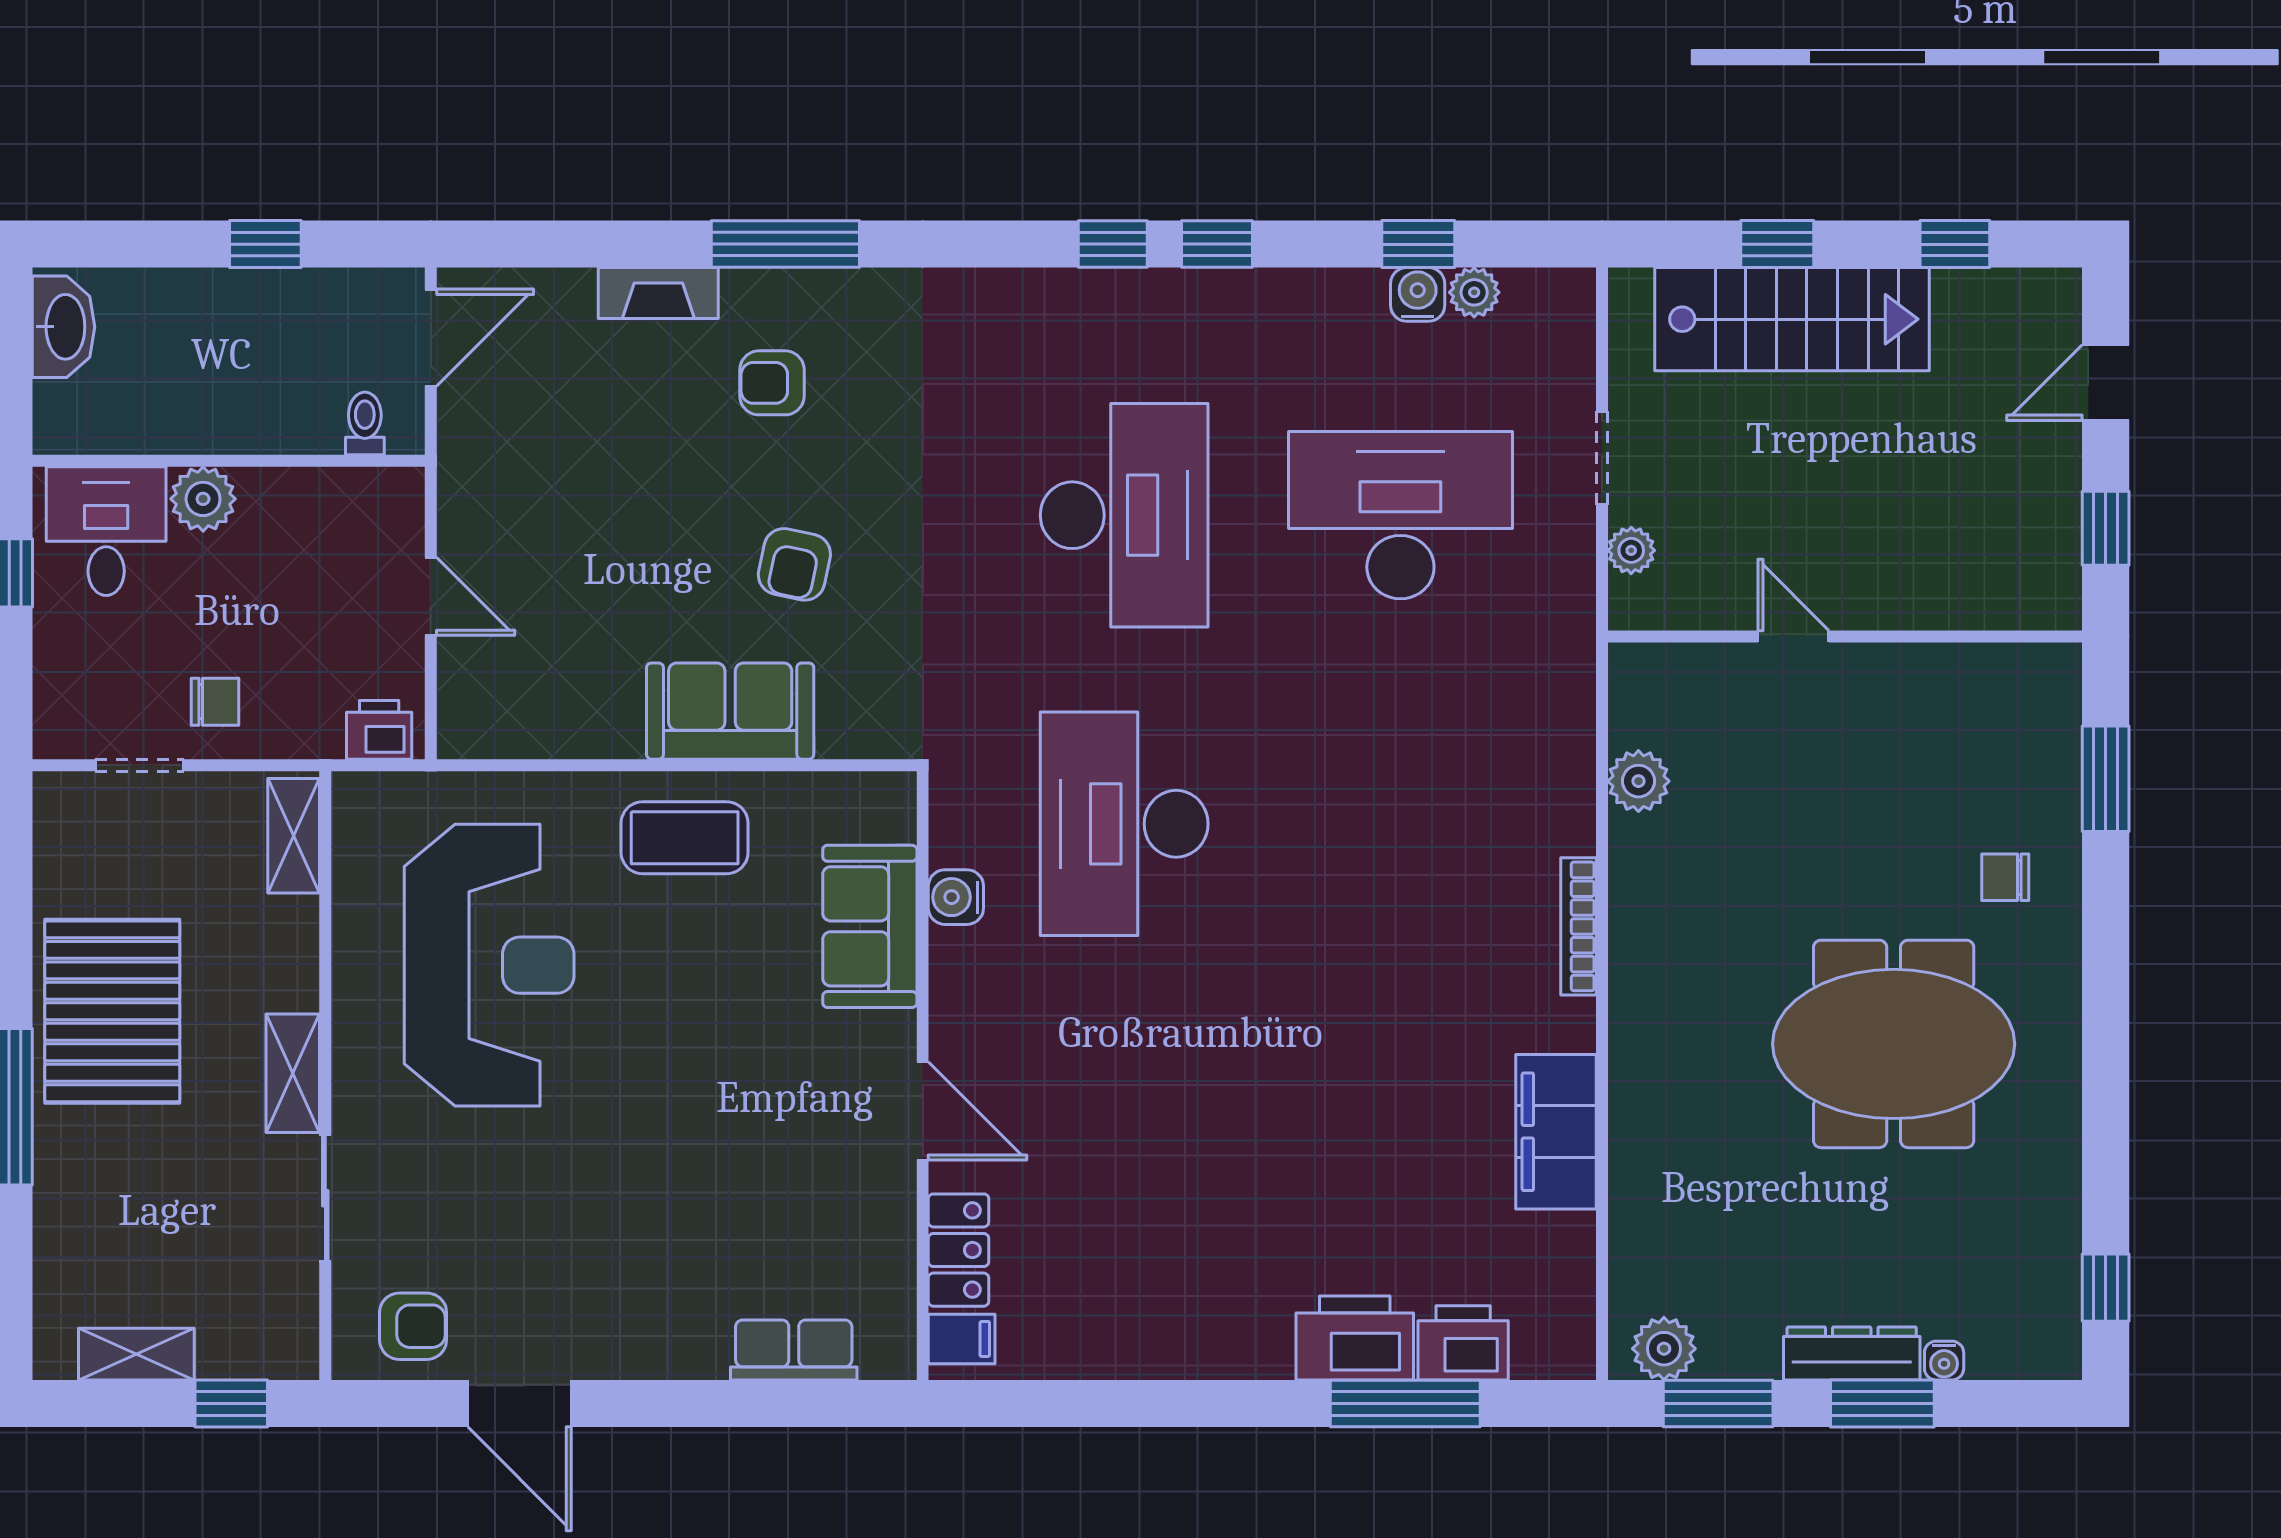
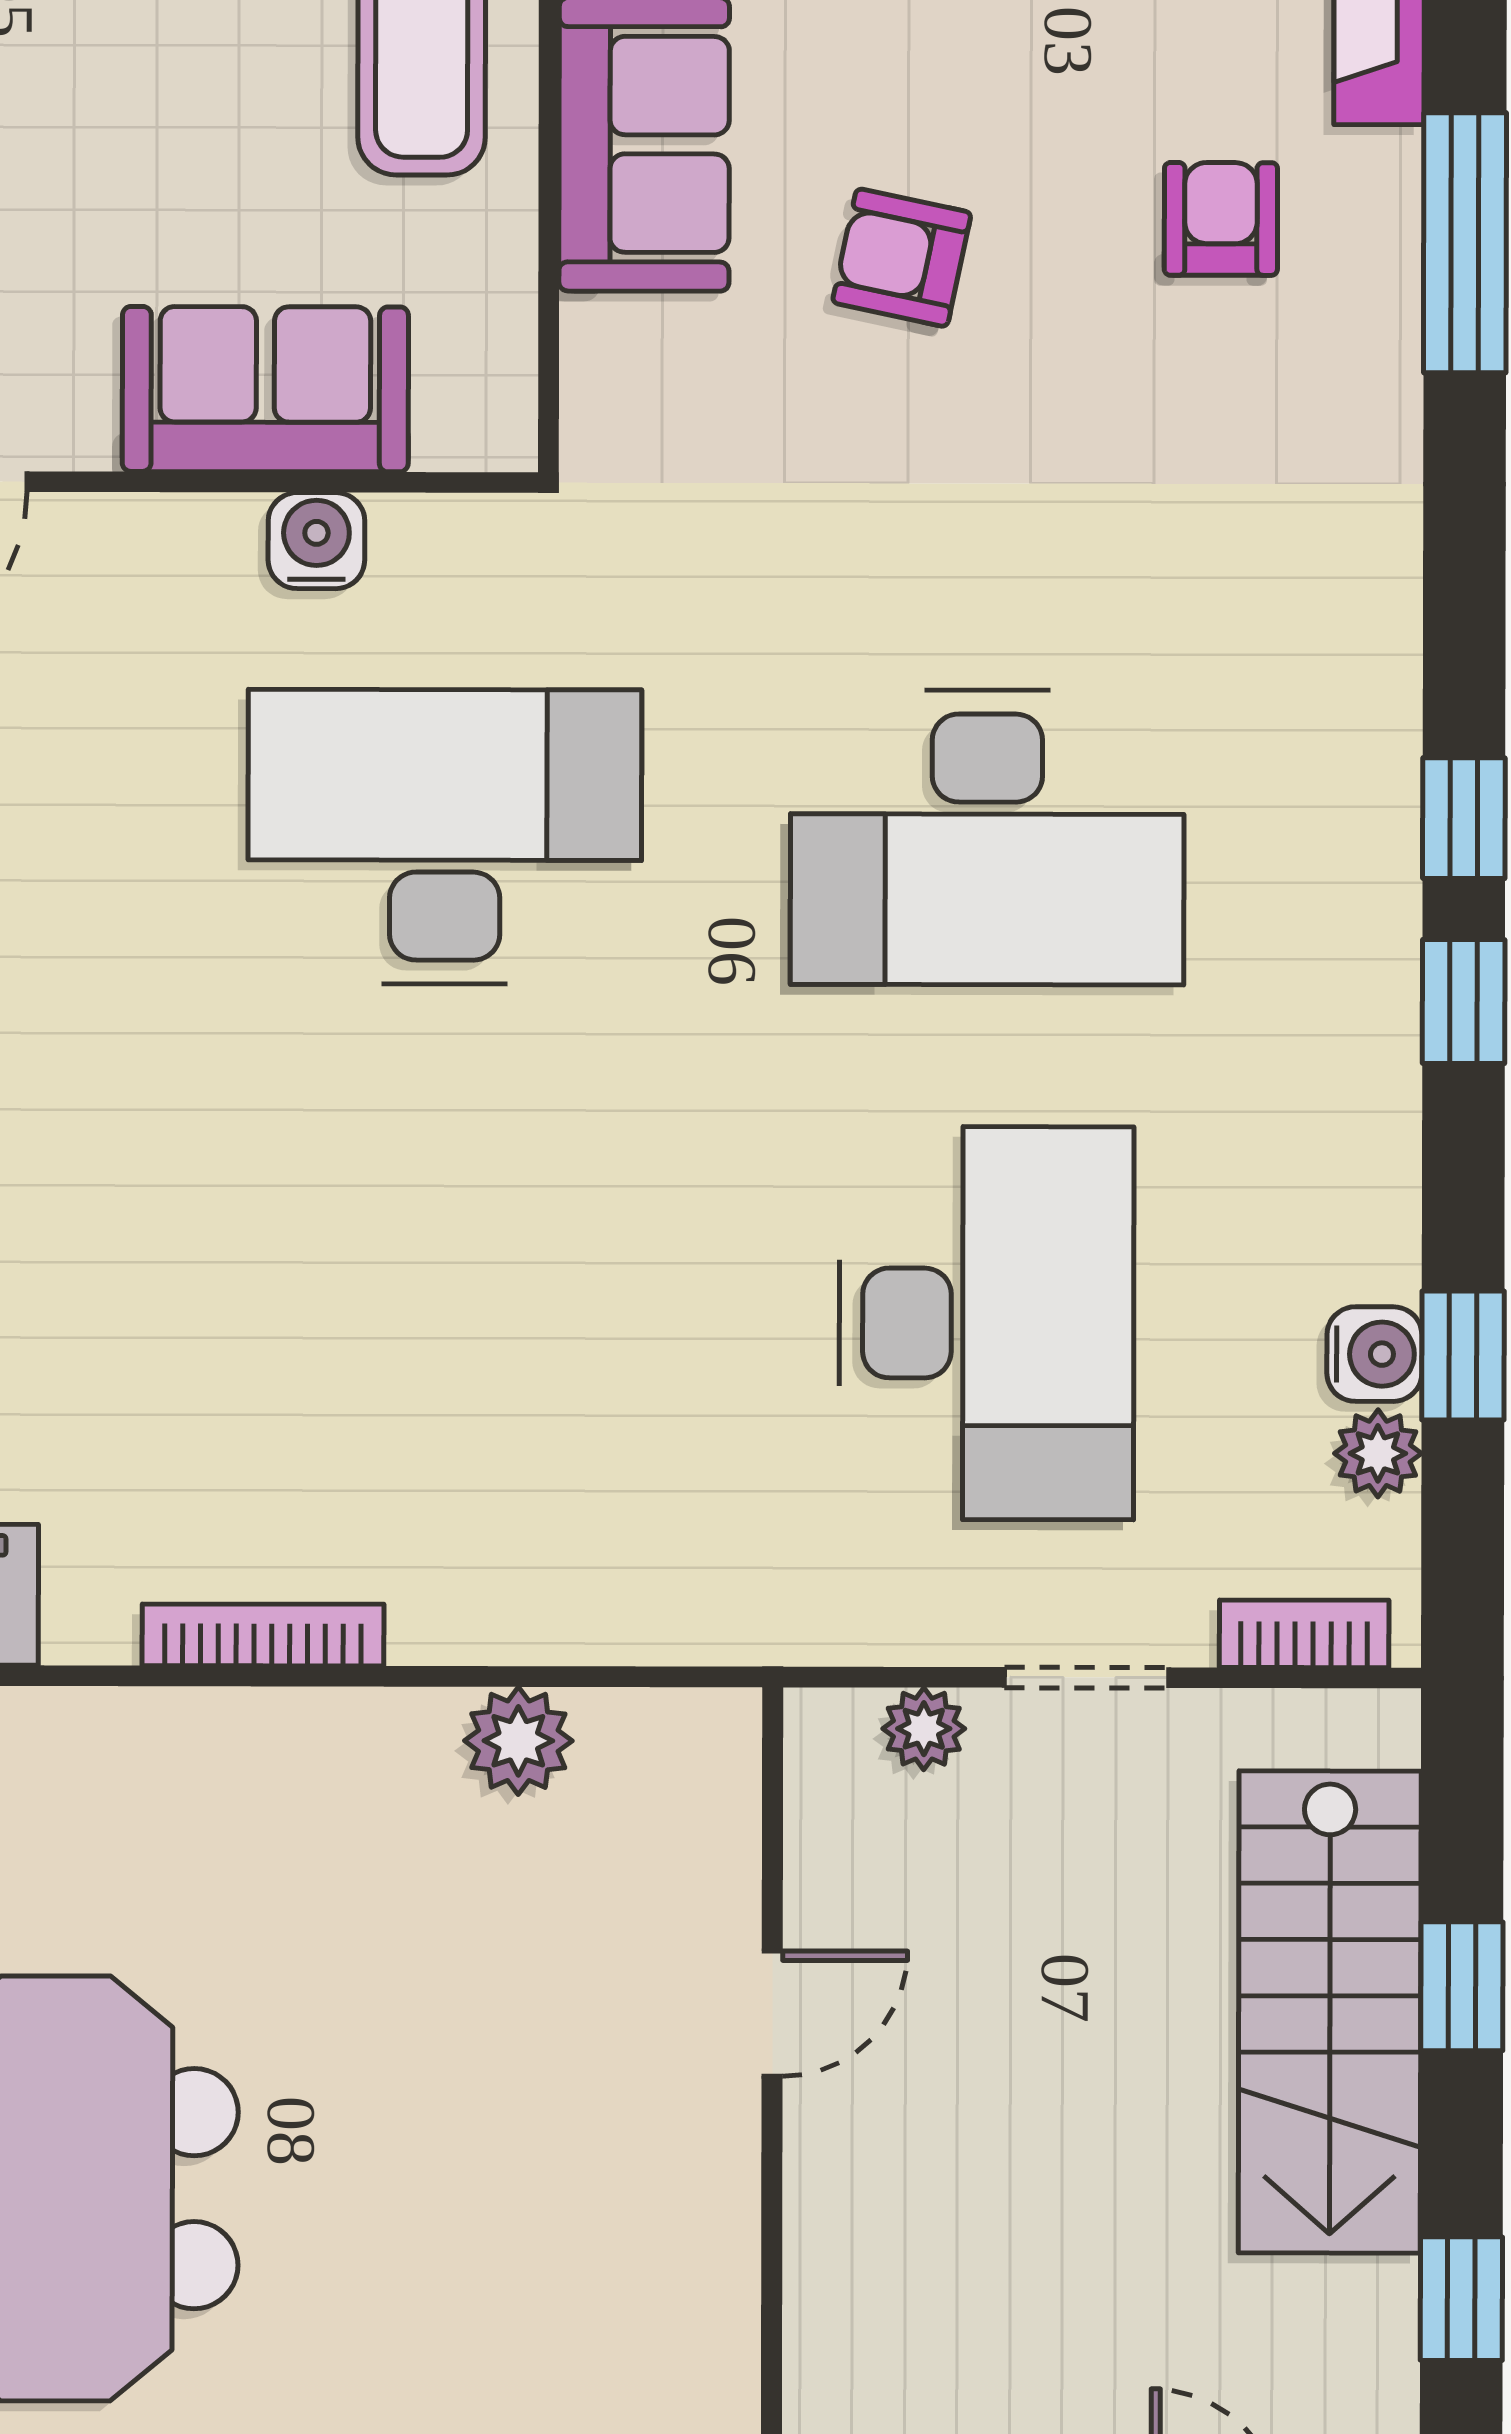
bookcase: (1577, 334) -> (1304, 1634), added
chair: (2005, 877) -> (348, 2385), removed

